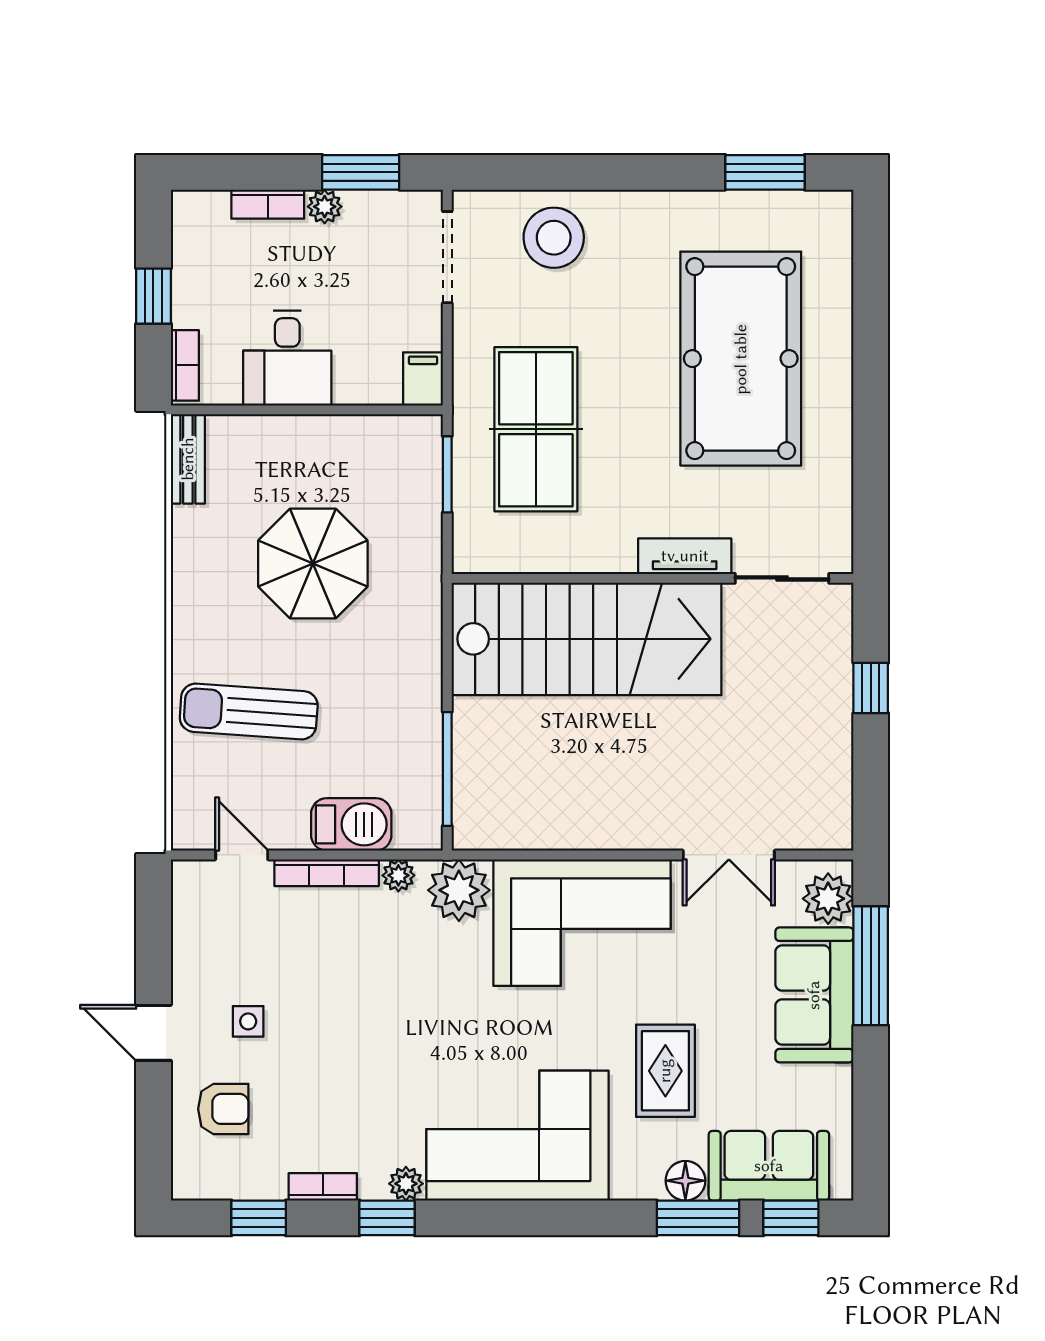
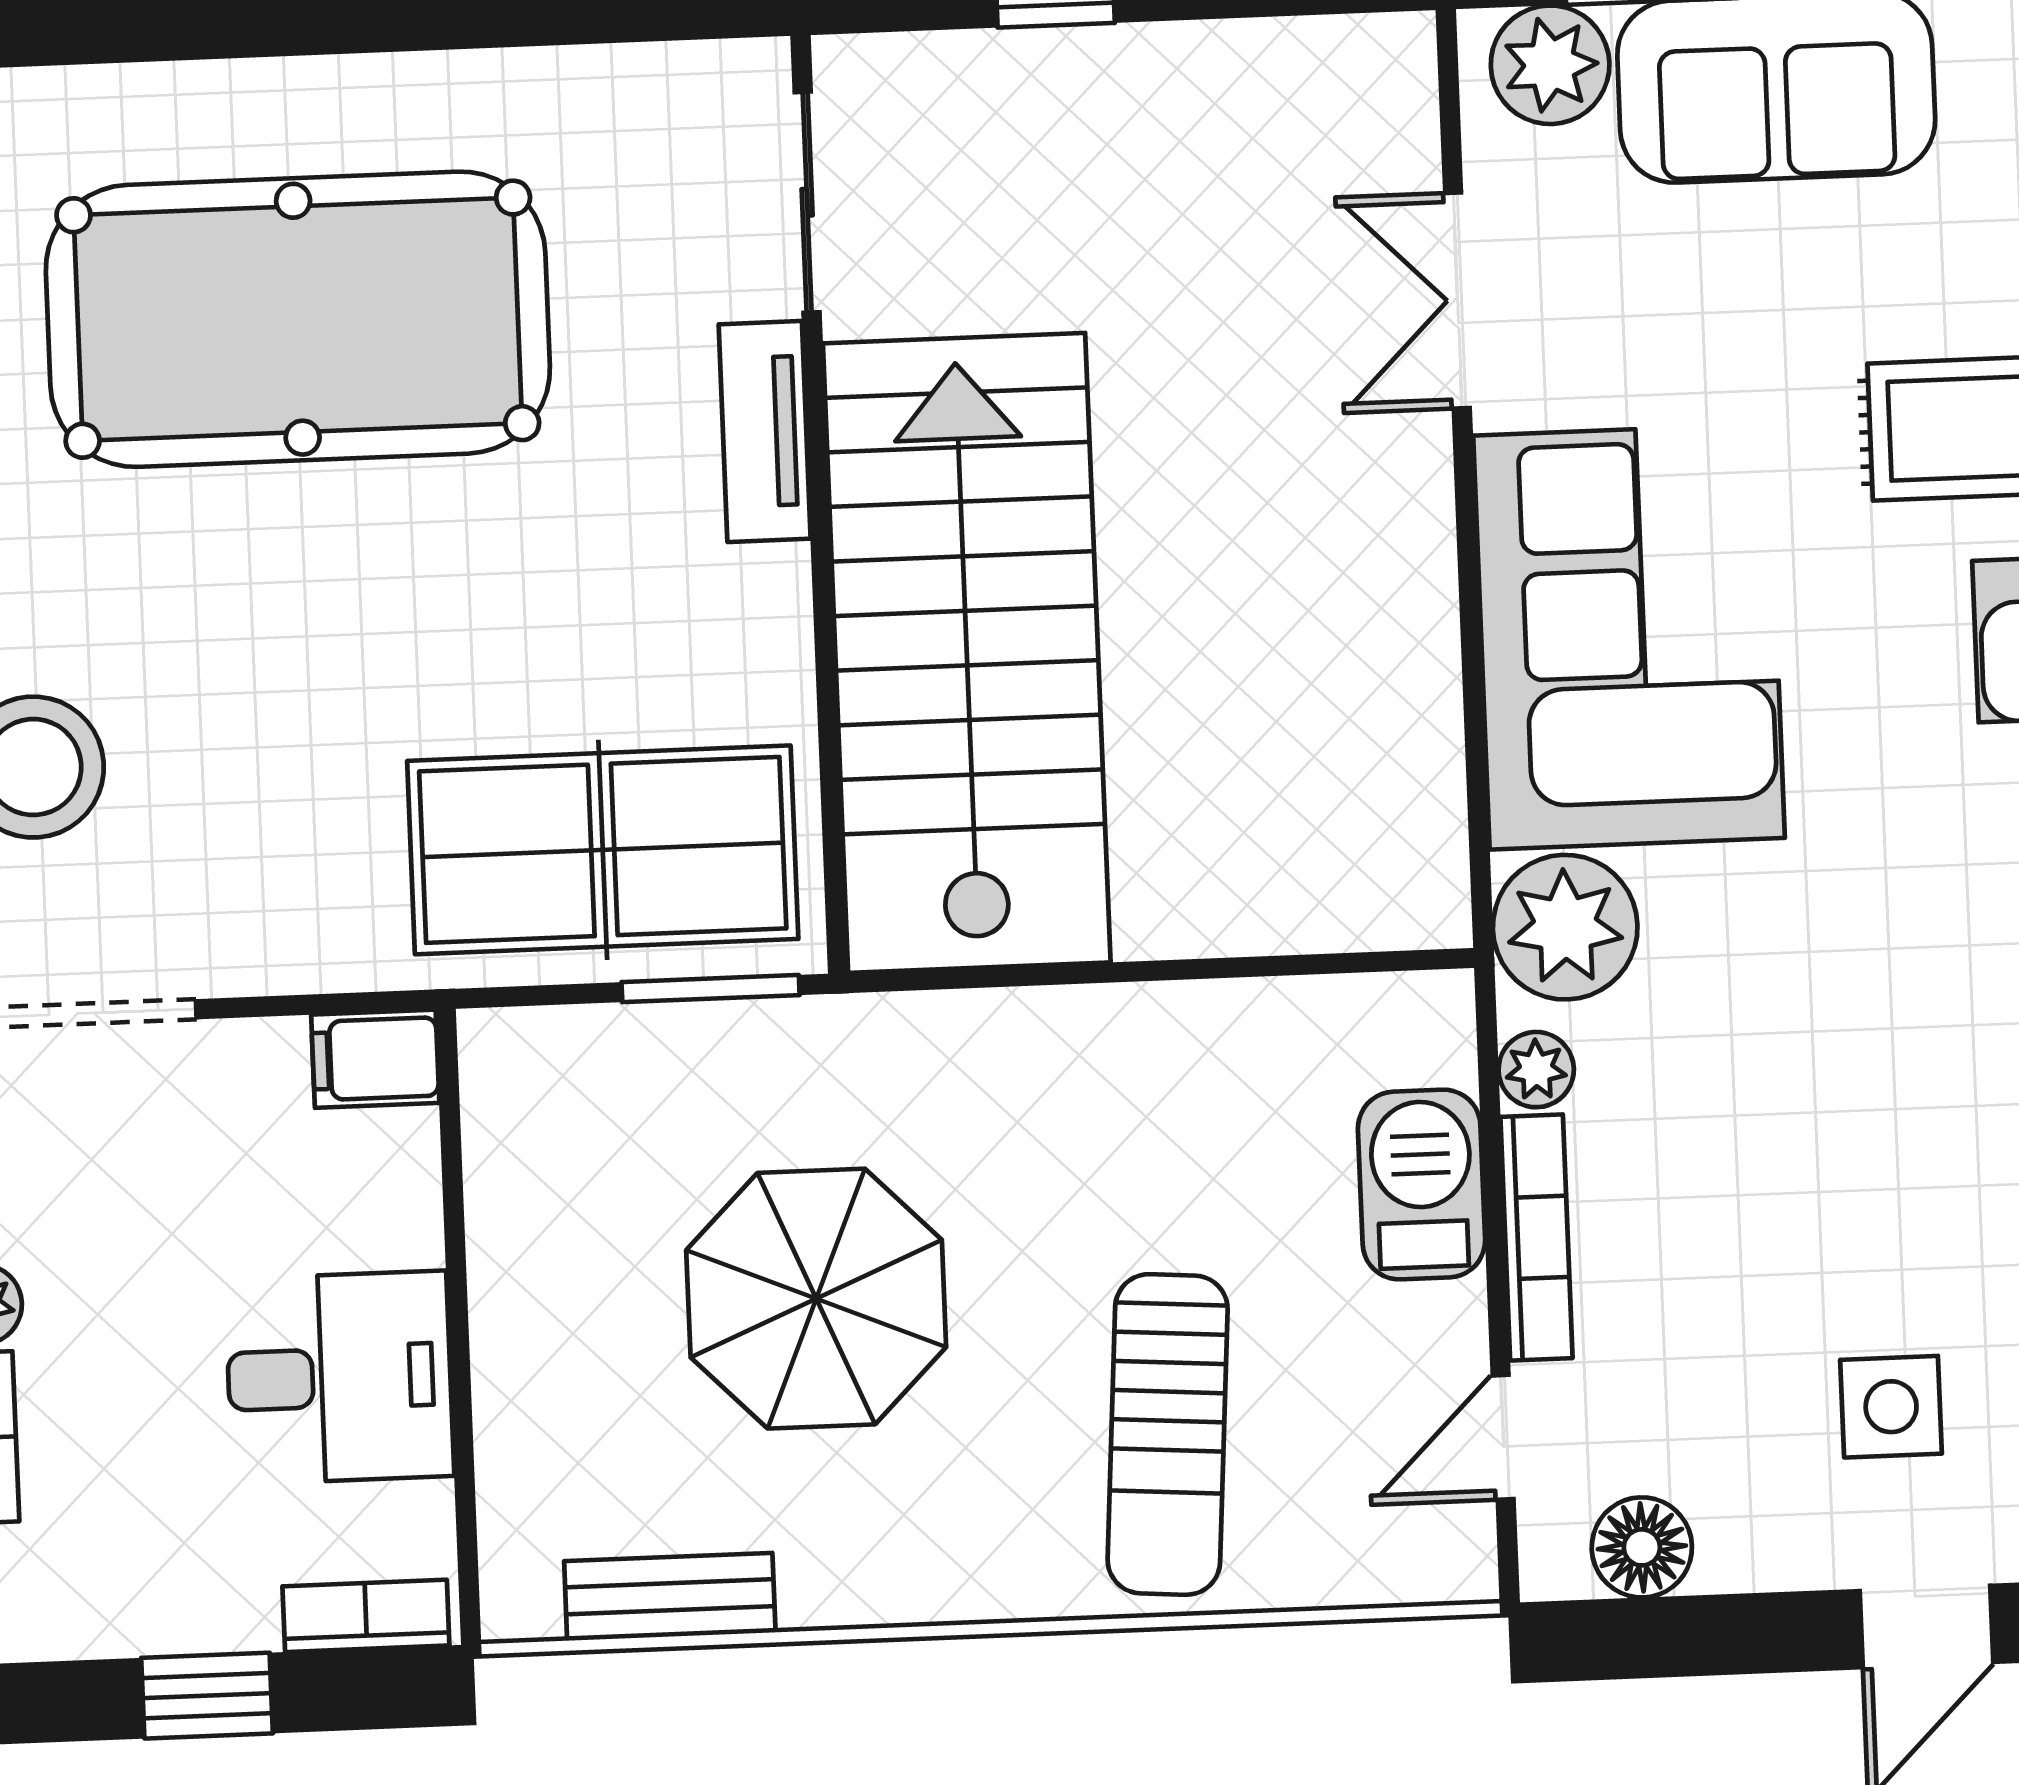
table tennis table: (536, 429) -> (603, 850), moved
bench: (188, 459) -> (670, 1597), moved
window: (447, 474) -> (711, 989), moved
window: (447, 769) -> (1283, 966), removed
double door: (729, 855) -> (1457, 301), swing flipped
floor lamp: (192, 912) -> (1642, 1547), added
side table: (248, 1021) -> (1891, 1407), width x1.37, depth x1.37

